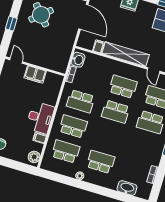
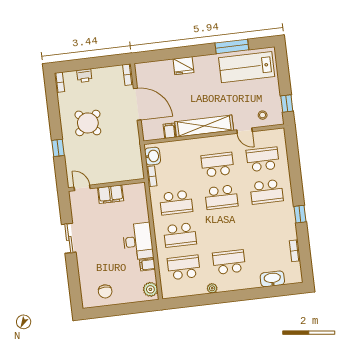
school desk: (73, 126) -> (180, 235), turned 180

